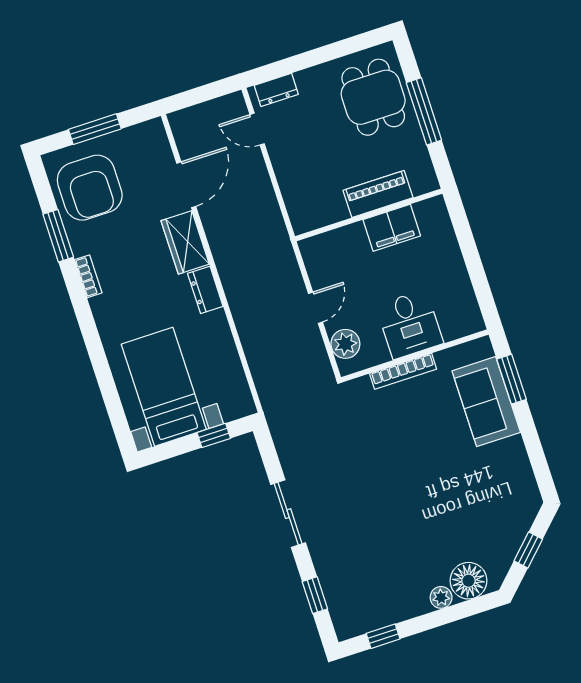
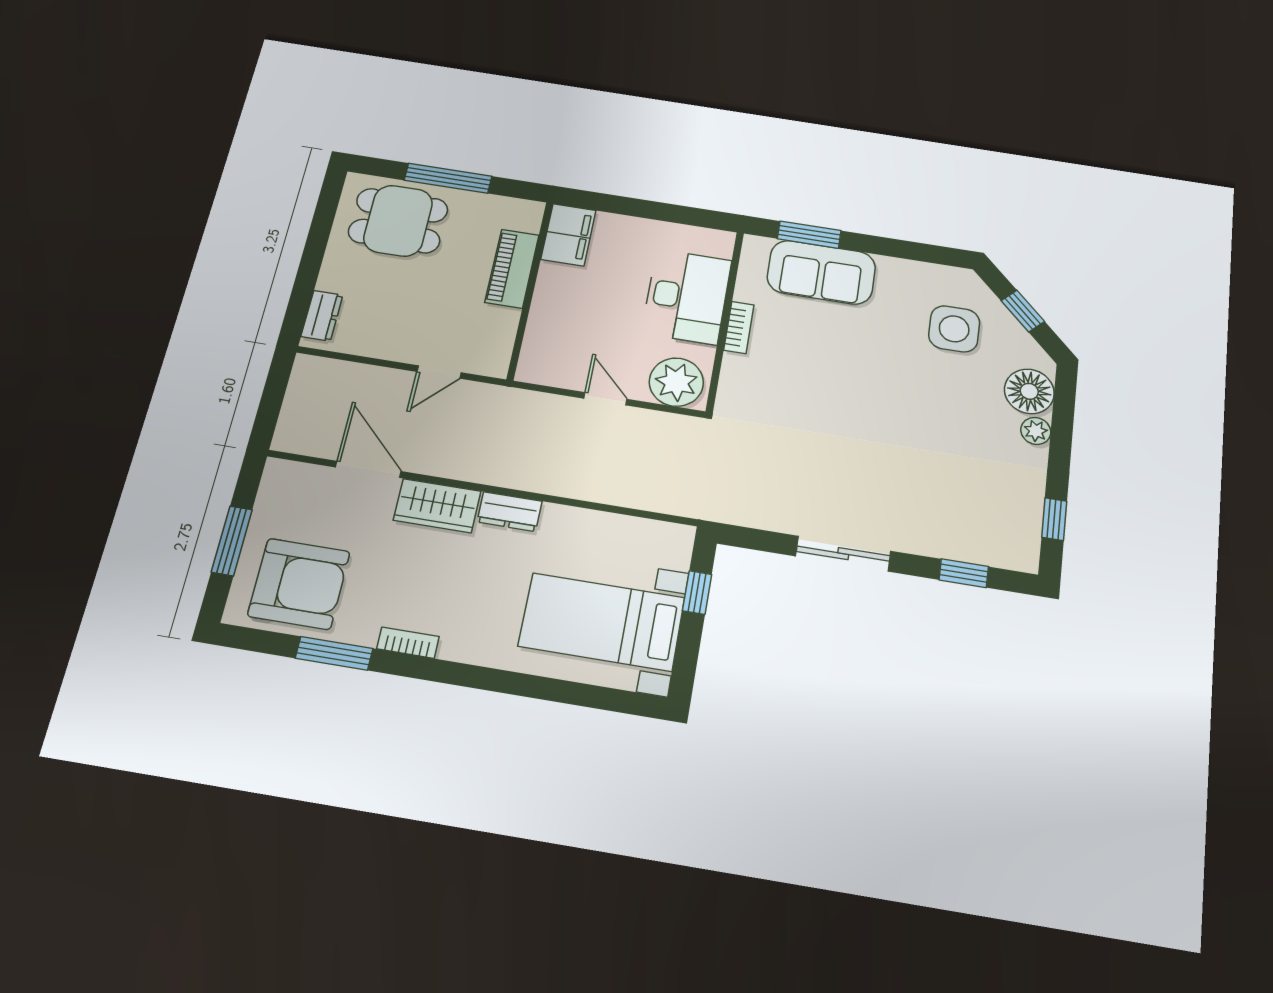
door: (257, 129) -> (439, 372), moved
filing cabinet: (392, 228) -> (568, 235), moved
desk: (410, 324) -> (687, 297), width x1.37
plant: (345, 344) -> (676, 382), width x1.36, depth x1.36
bookcase: (403, 371) -> (739, 328), width x0.64
side table: (490, 510) -> (954, 329), added

